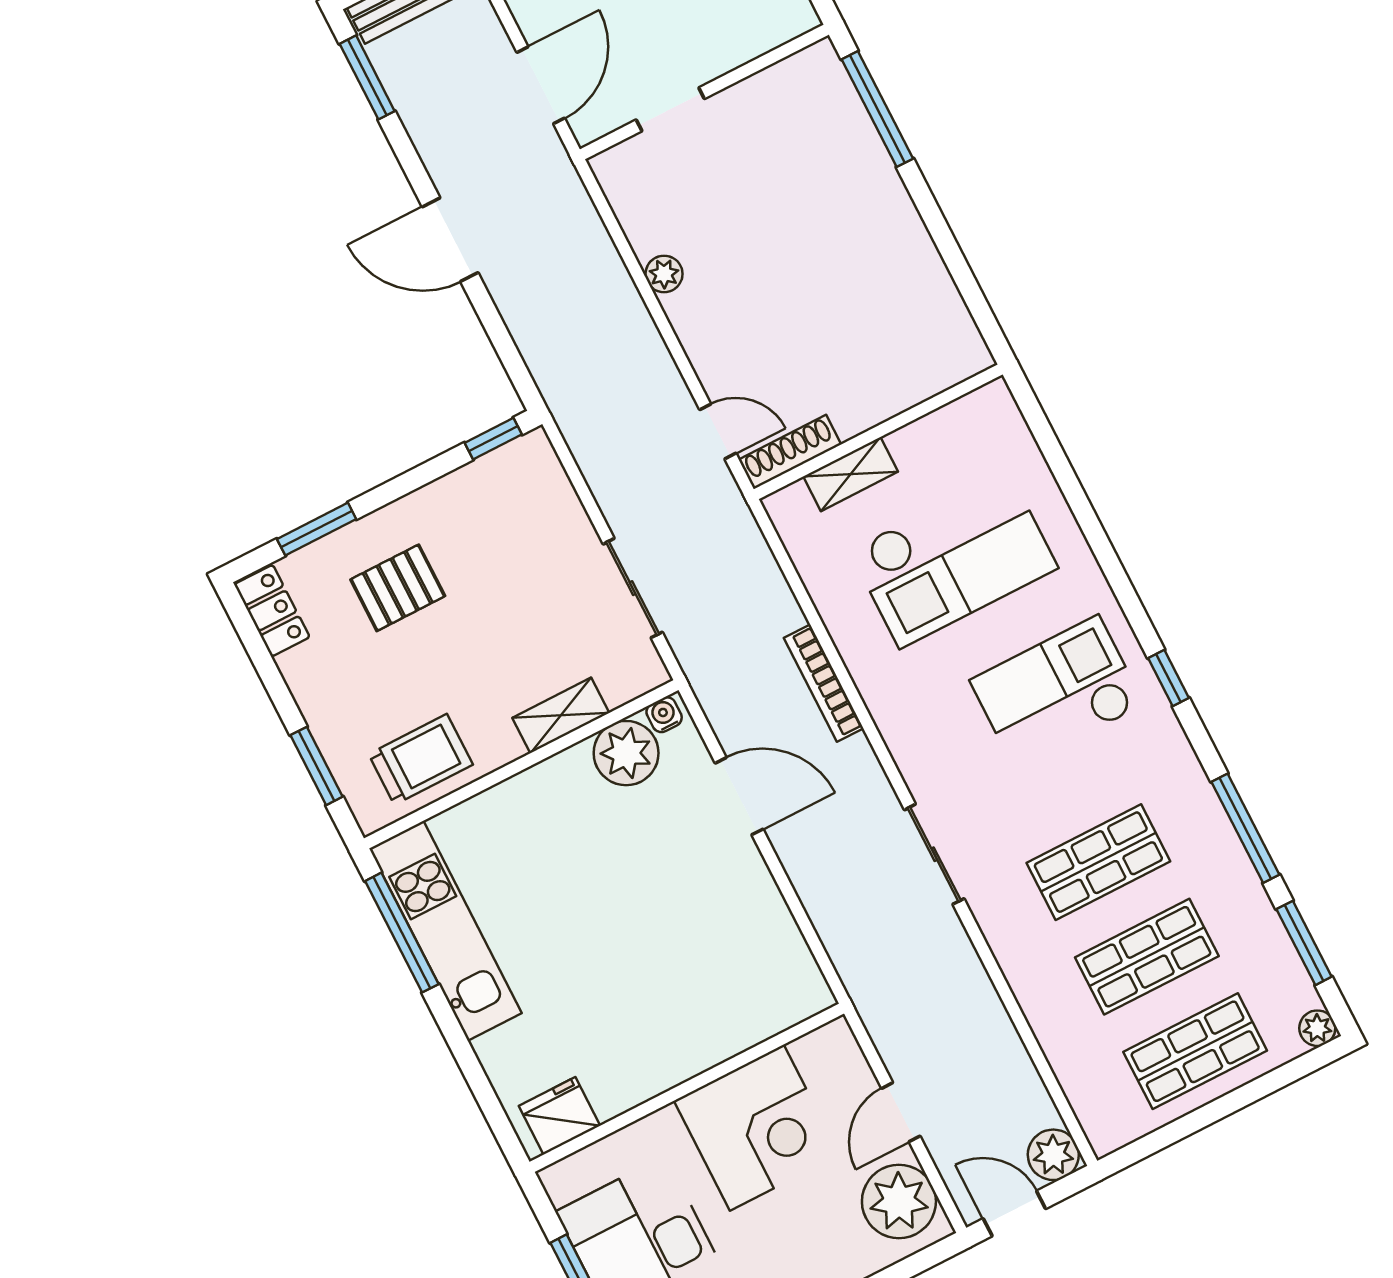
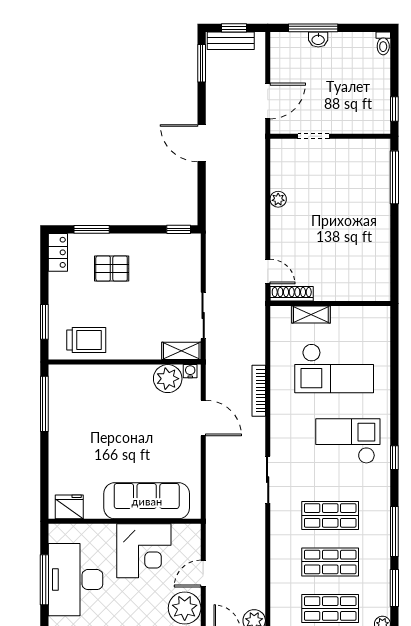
shelving: (561, 715) -> (181, 351), moved
kitchen unit: (445, 931) -> (62, 412), removed
sofa: (710, 1023) -> (147, 501), added

